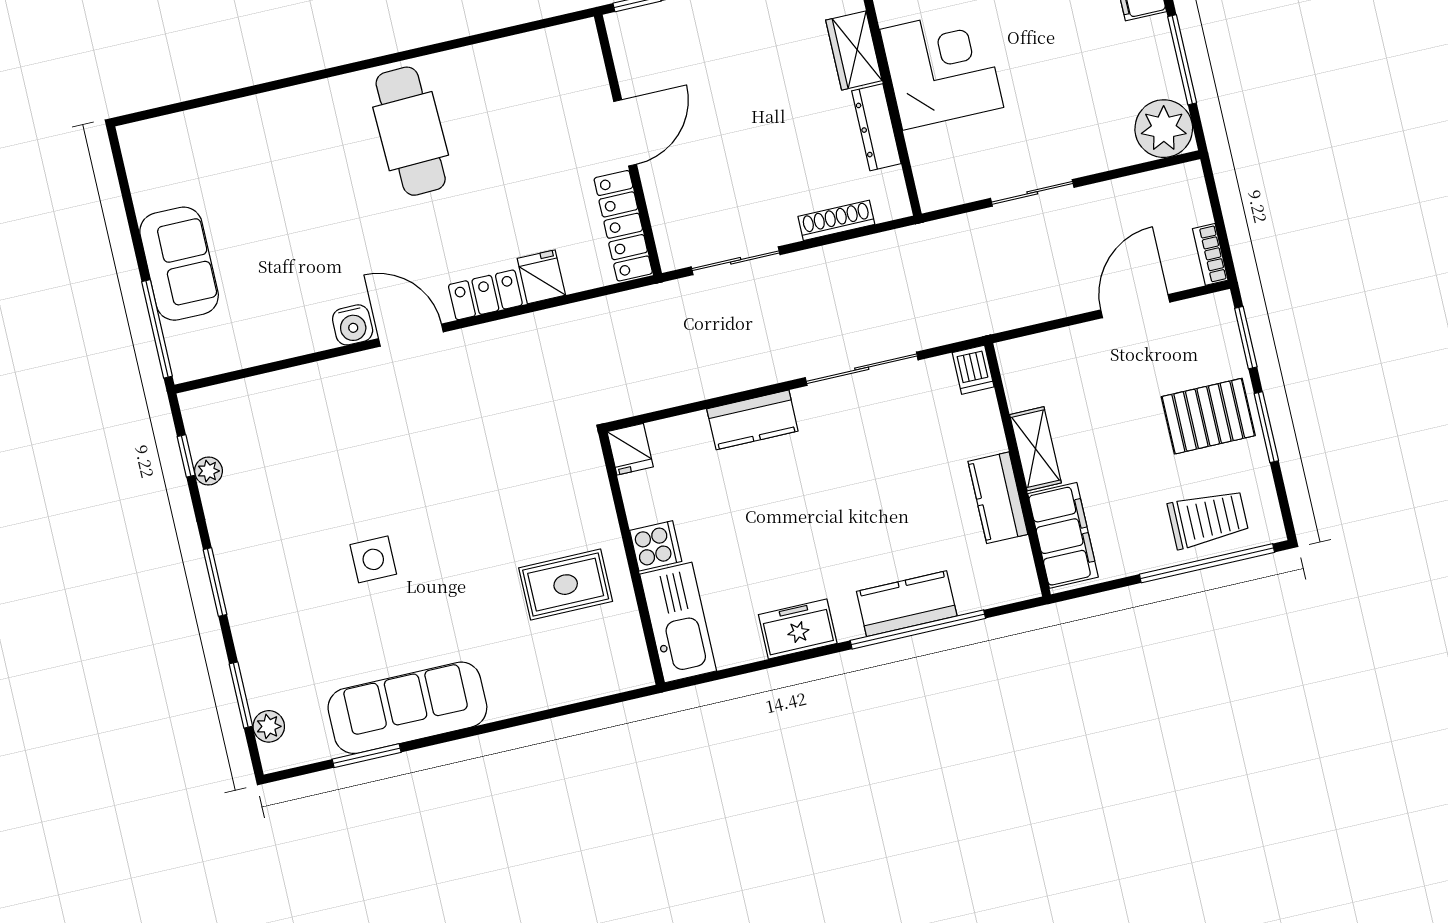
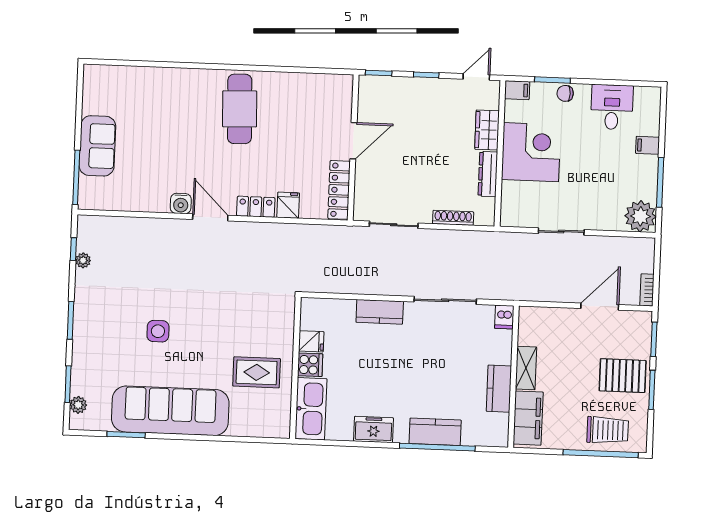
fridge: (630, 449) -> (311, 341), moved, turned -90
sofa: (407, 708) -> (170, 411), width x1.36, depth x1.27

